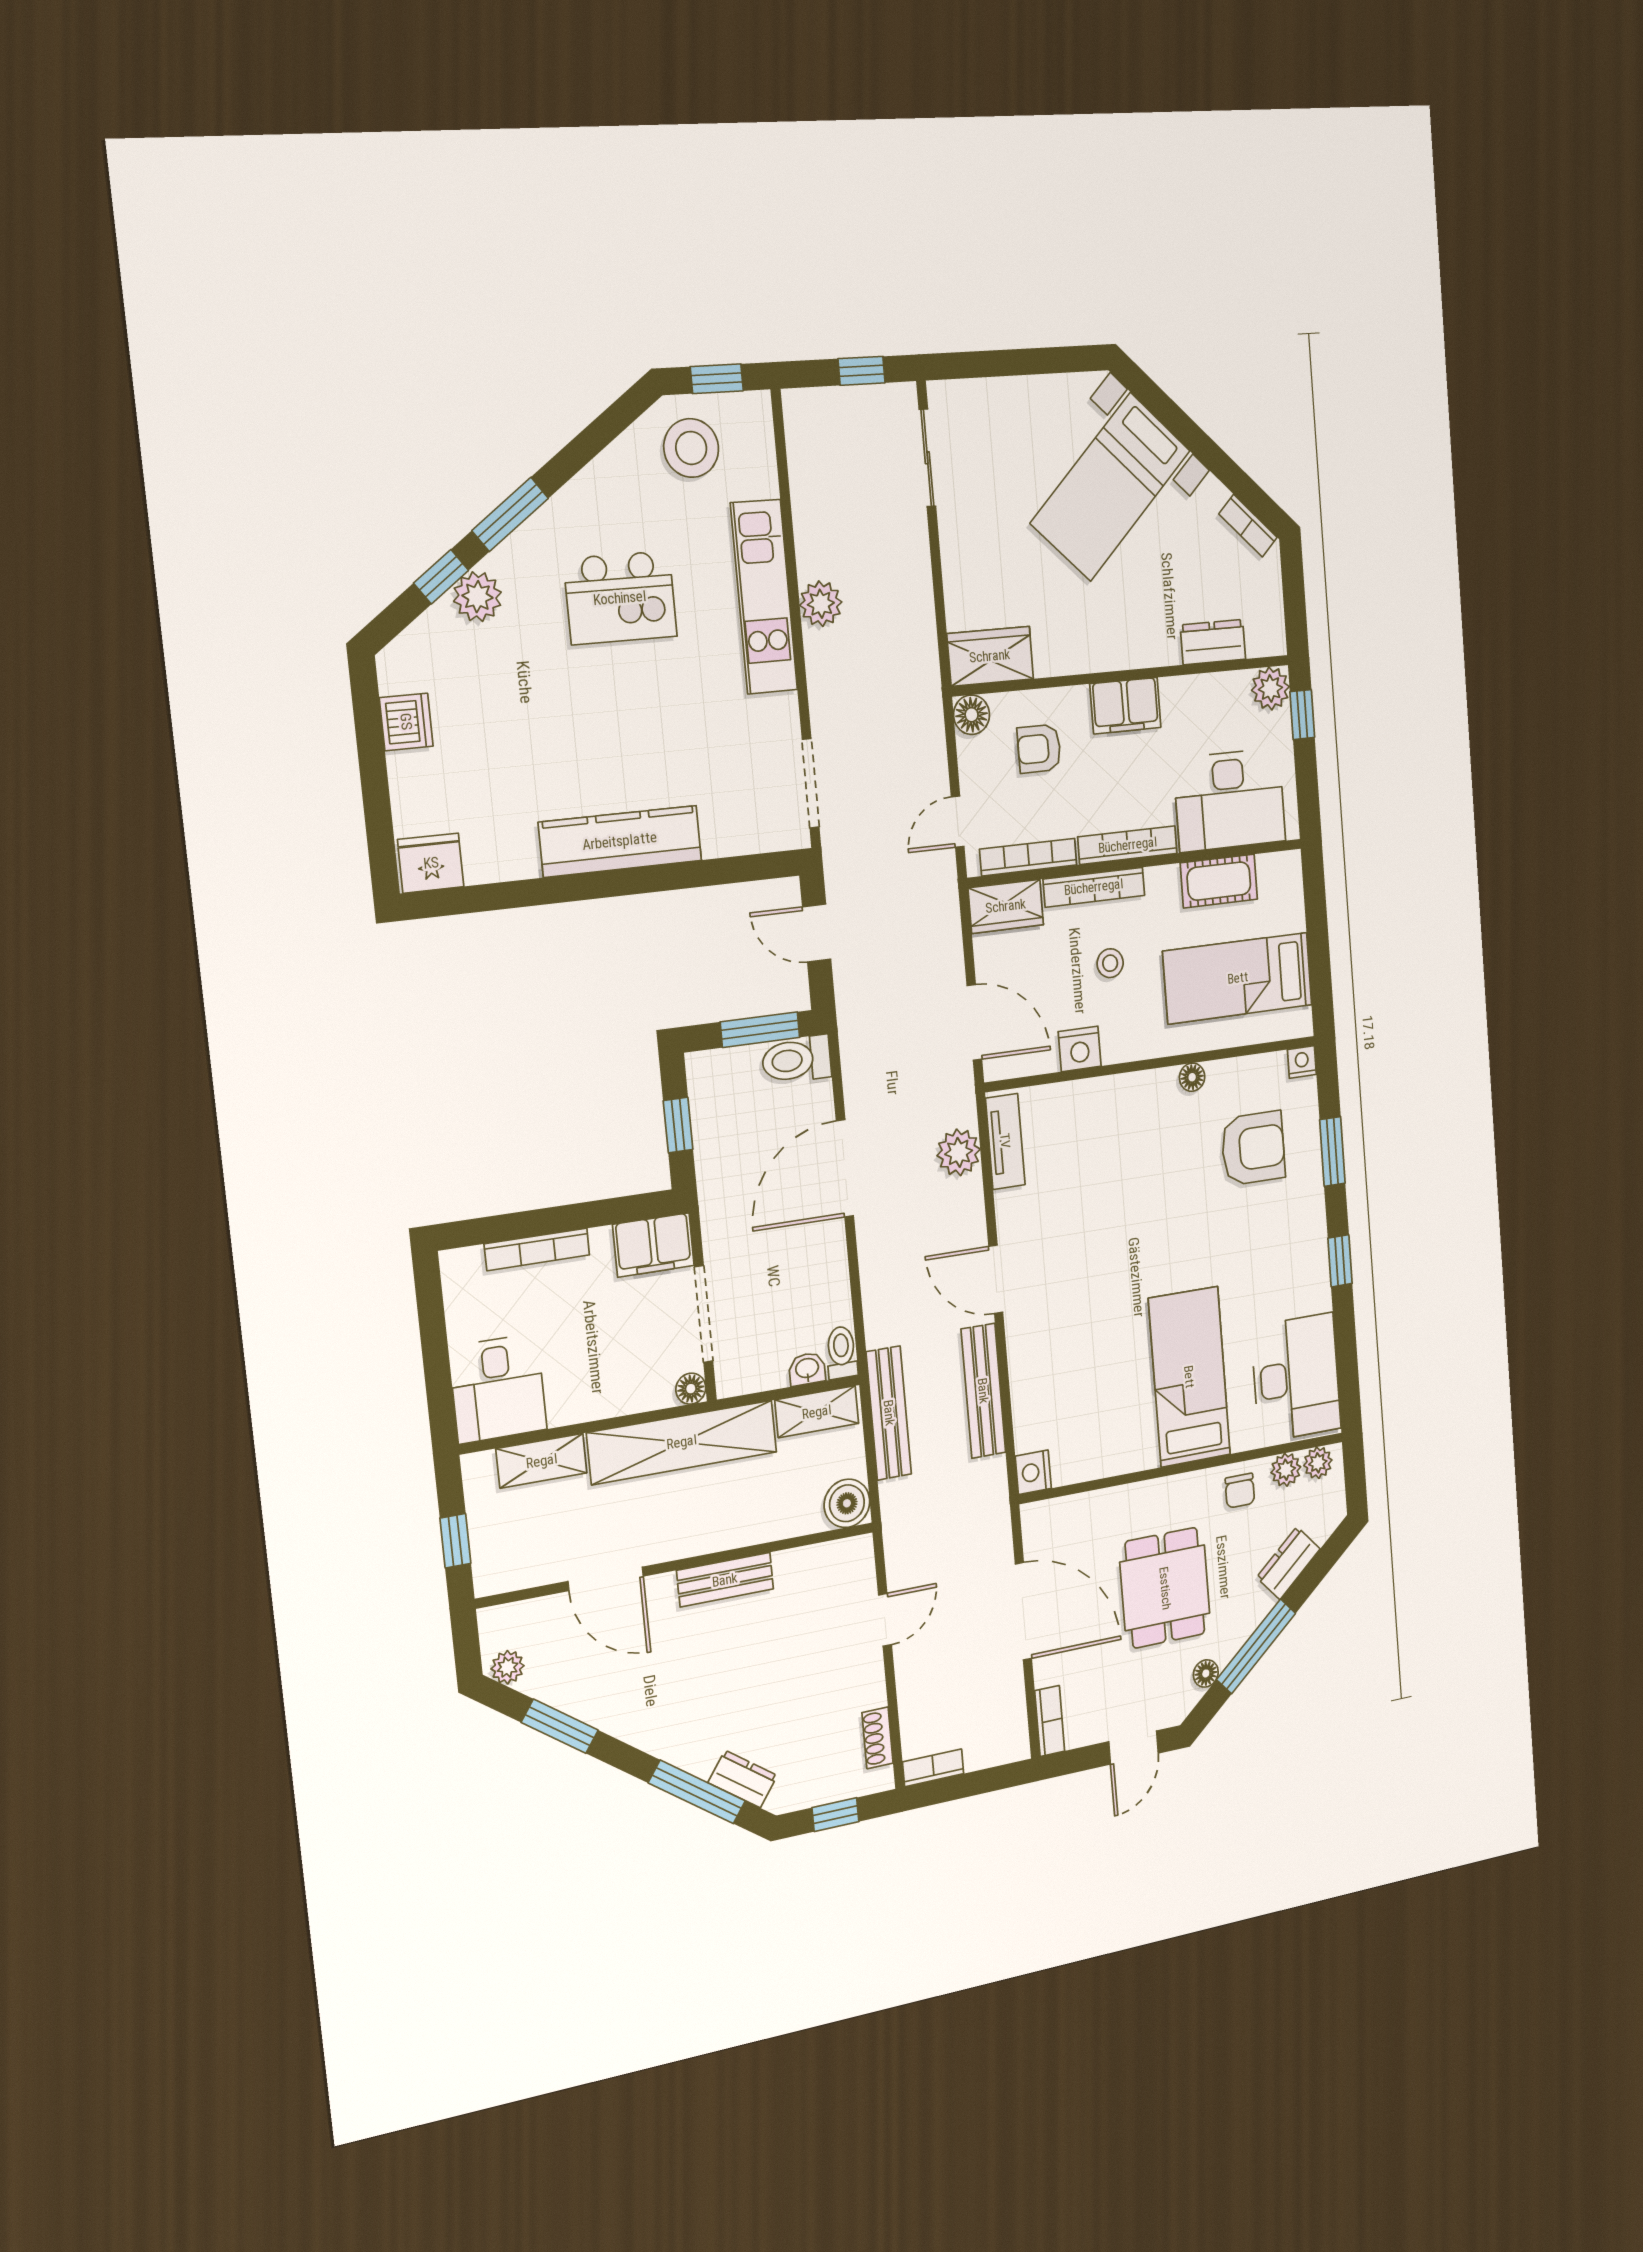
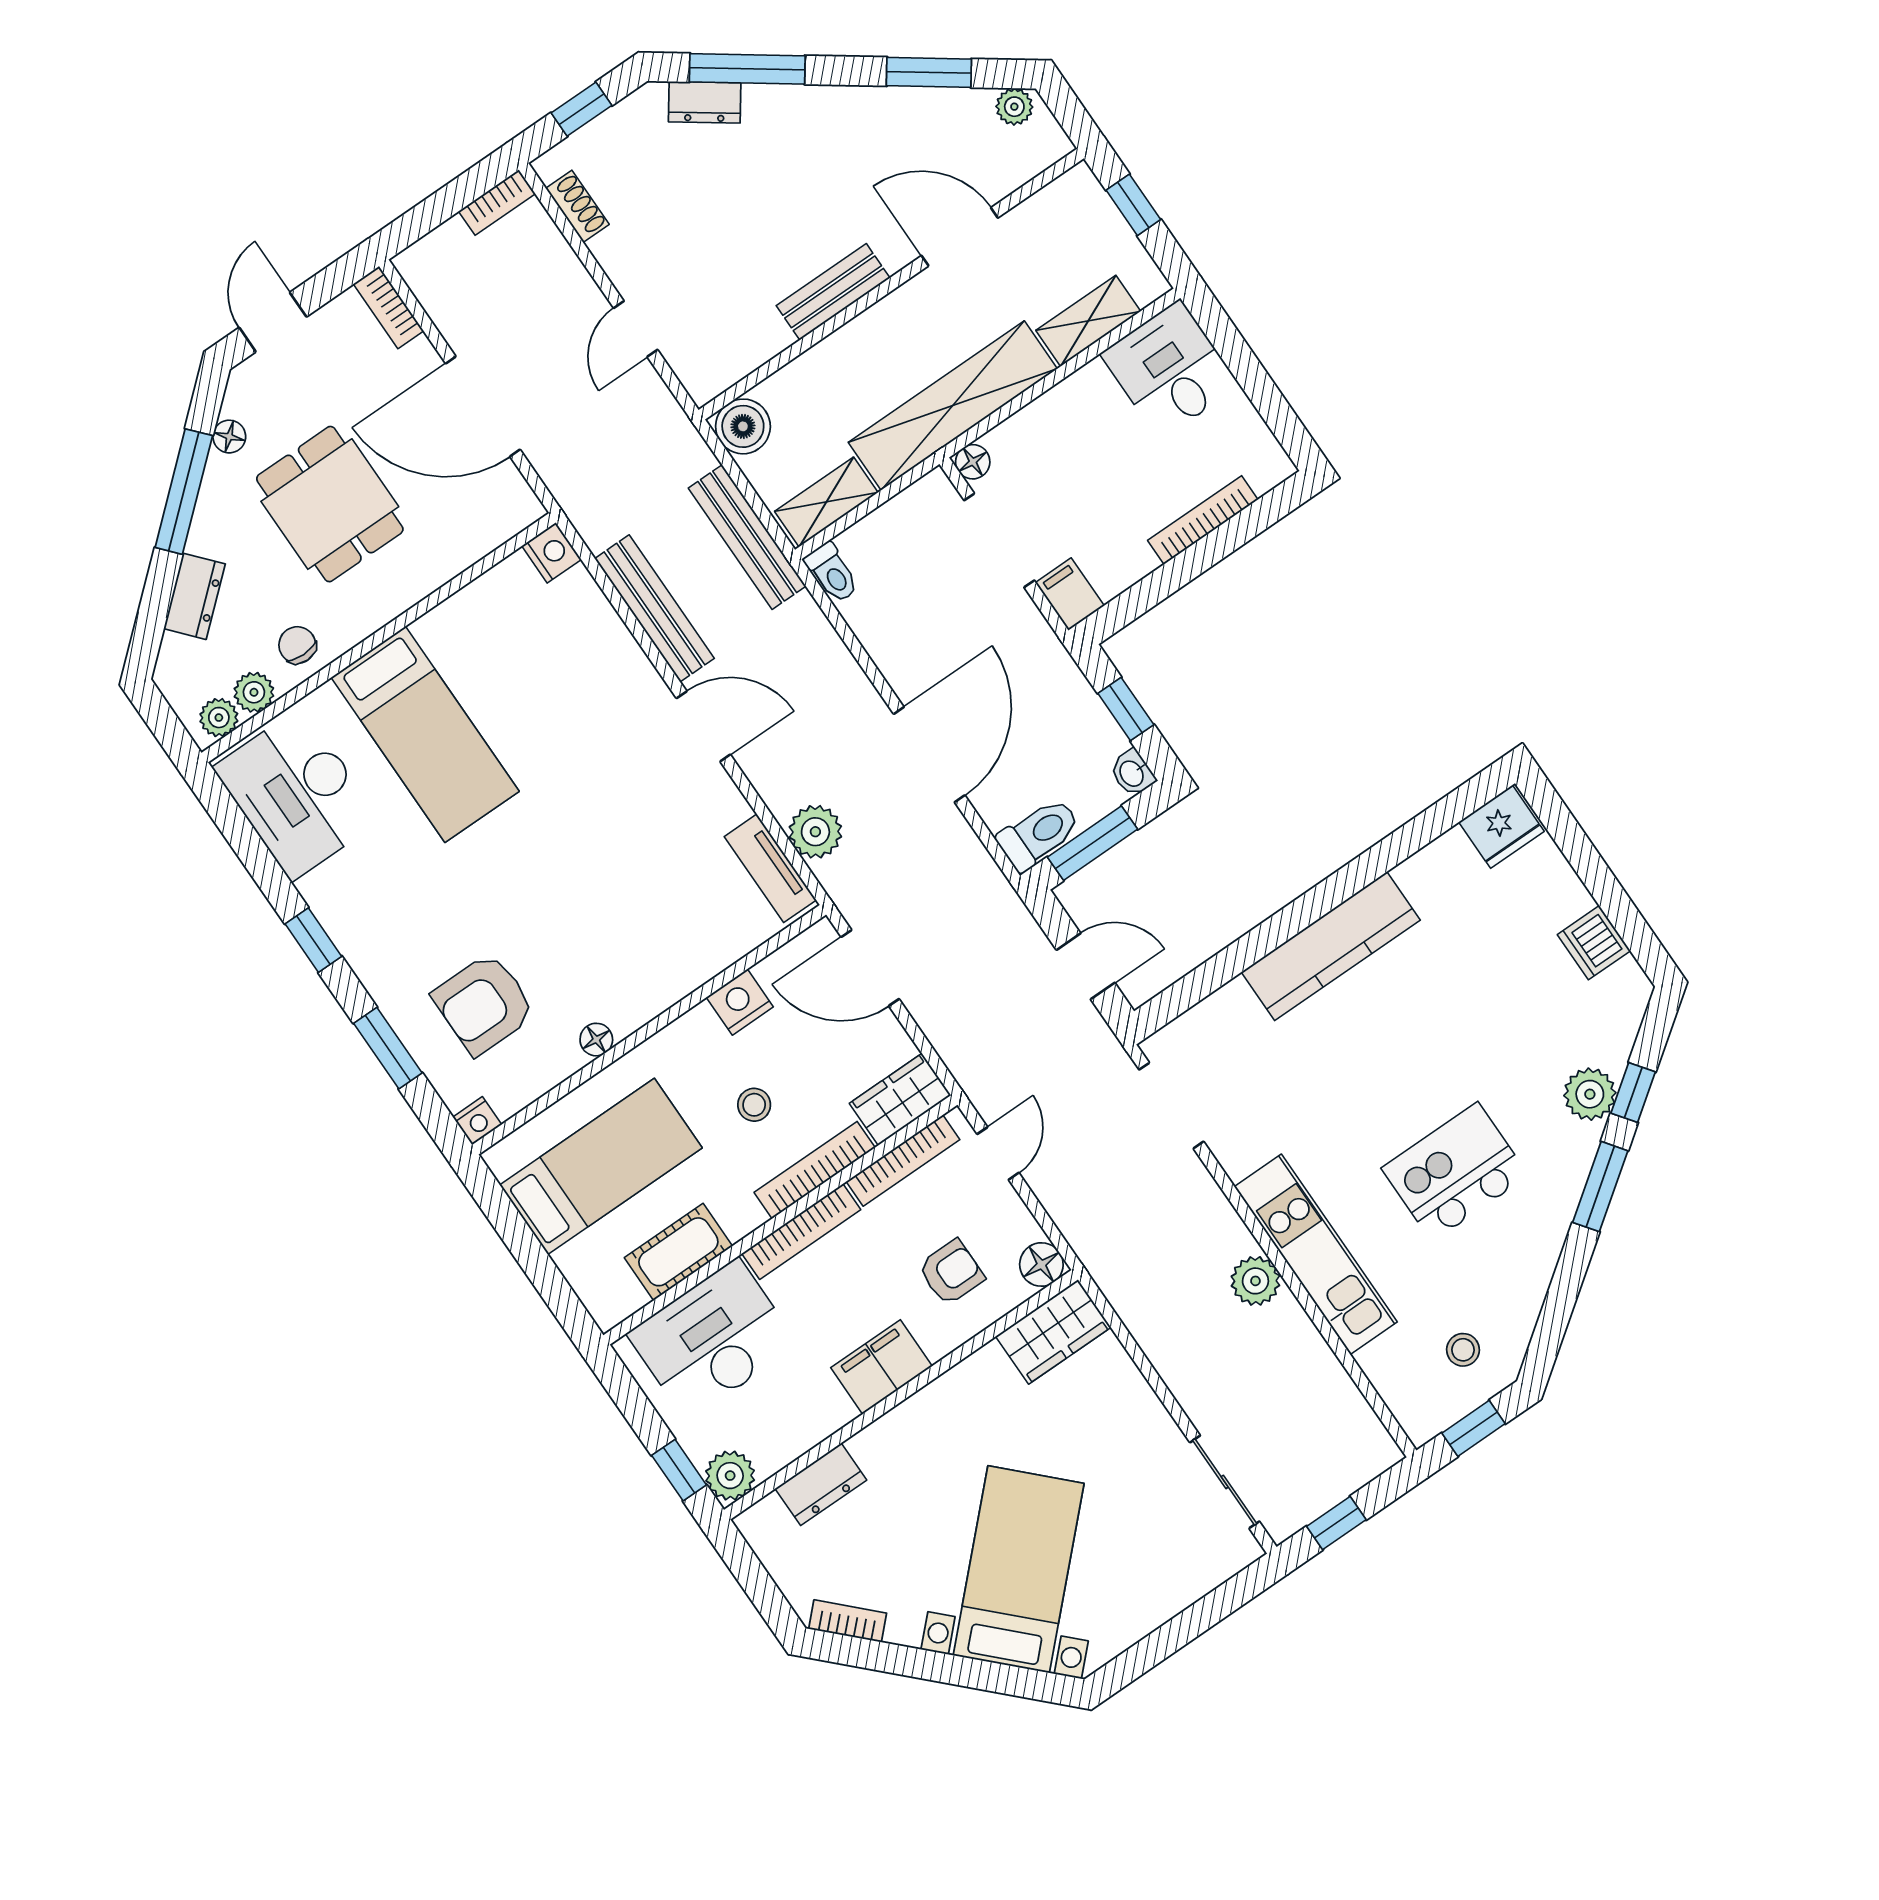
stool: (691, 448) -> (1463, 1350), width x0.53, depth x0.53
filing cabinet: (653, 1245) -> (1070, 594), width x0.50
washbasin: (807, 1369) -> (1132, 773), moved, turned 90

